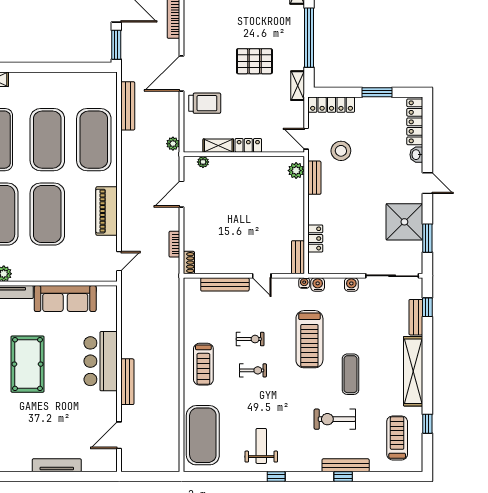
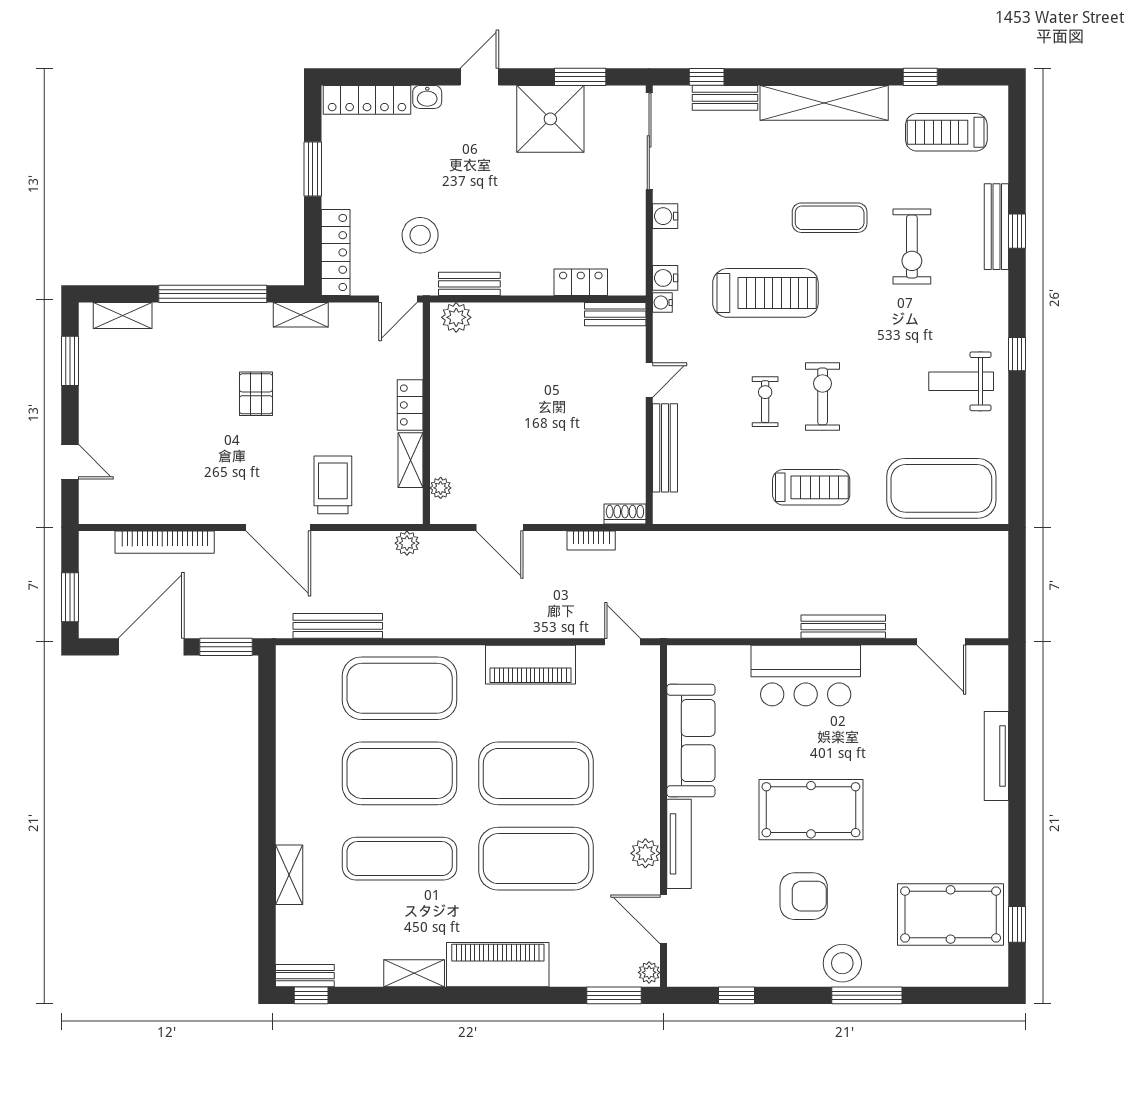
pallet: (254, 61) -> (256, 394), width x0.67, depth x0.71
exercise bike: (253, 370) -> (823, 396), width x1.38, depth x1.39

